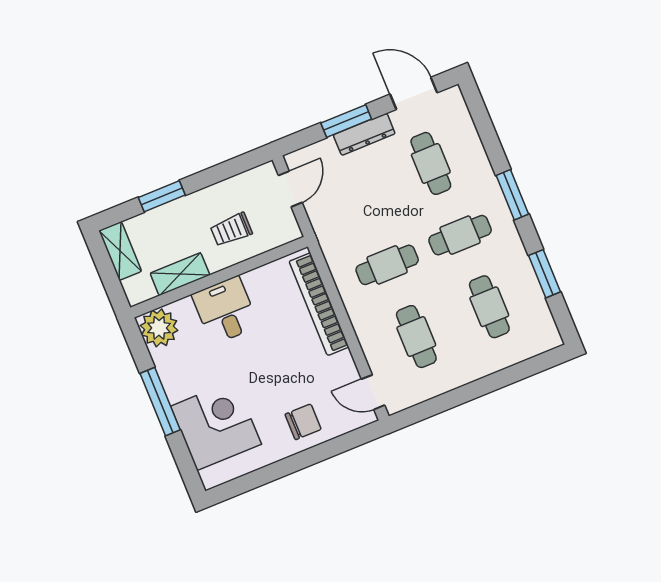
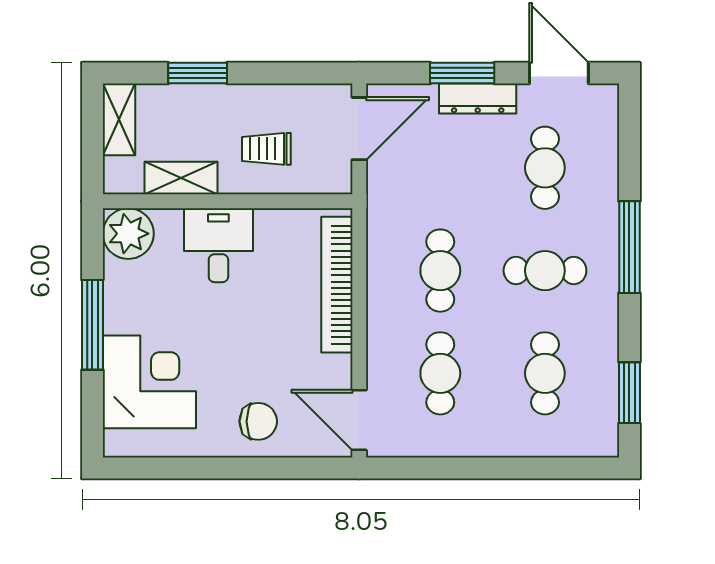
door: (290, 189) -> (359, 129), width x1.38
window: (512, 195) -> (629, 247), width x1.44
cafe table: (387, 265) -> (440, 271), turned 90
window: (545, 274) -> (629, 393), moved
door: (373, 392) -> (359, 420), width x1.38

